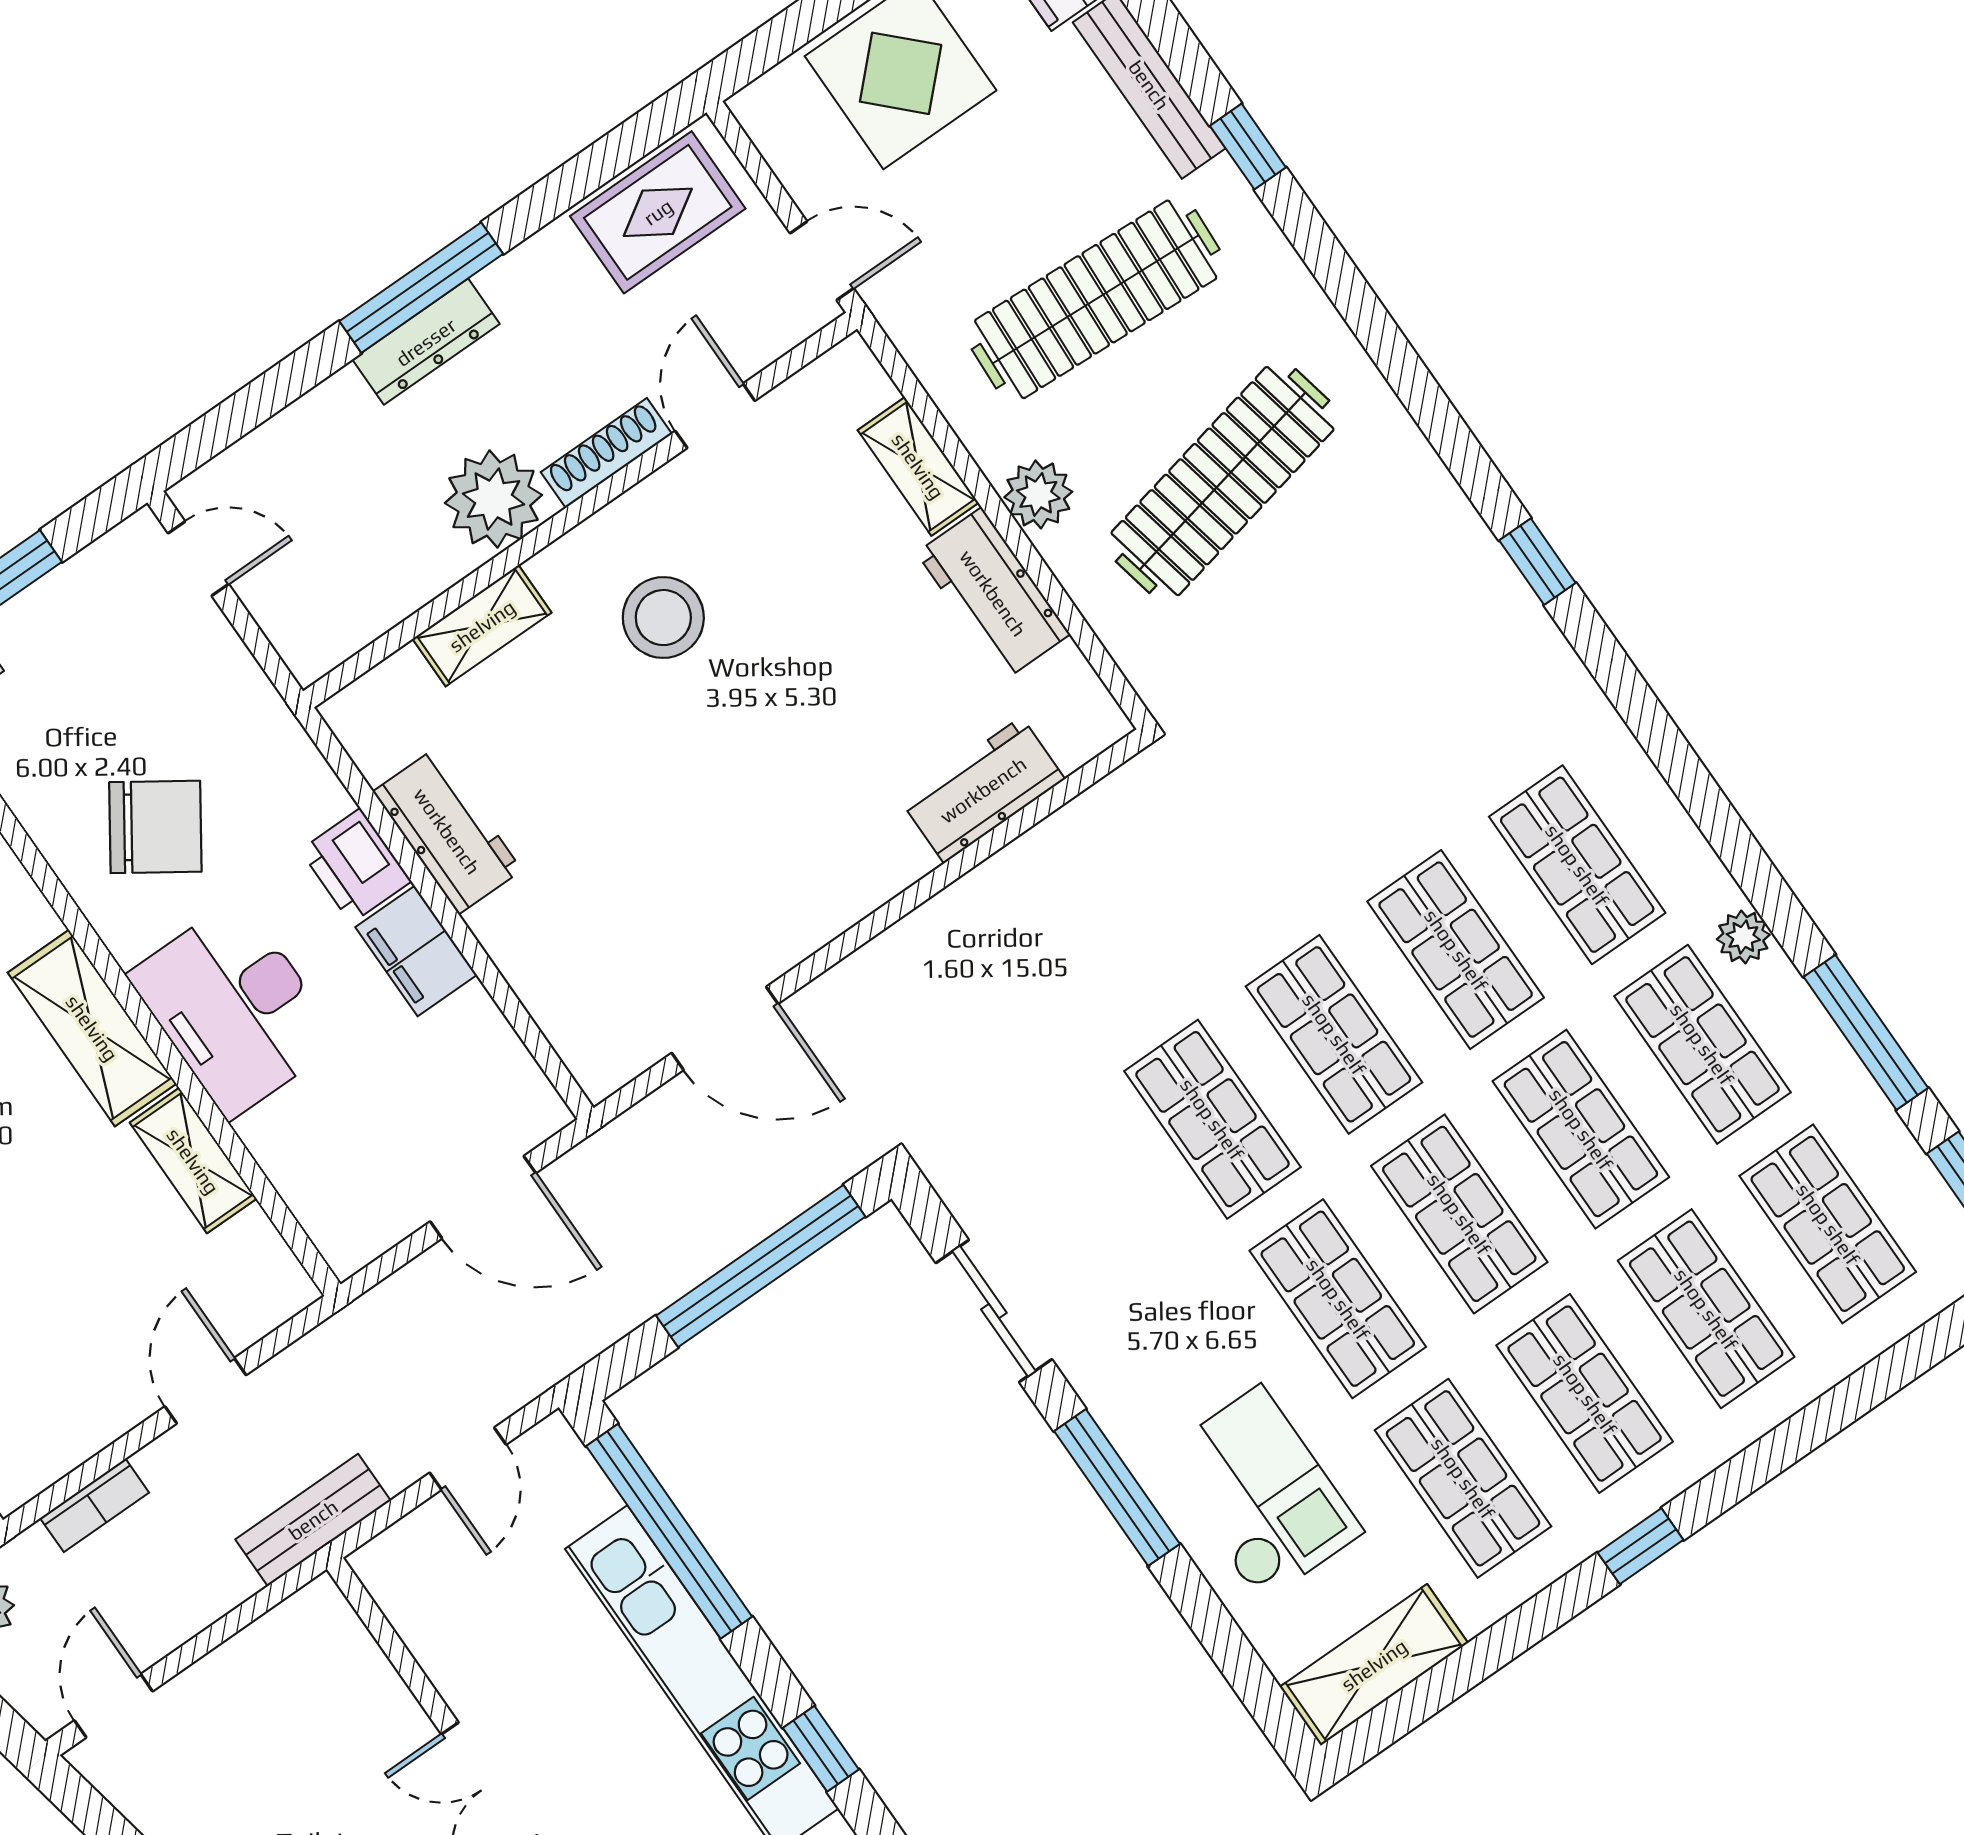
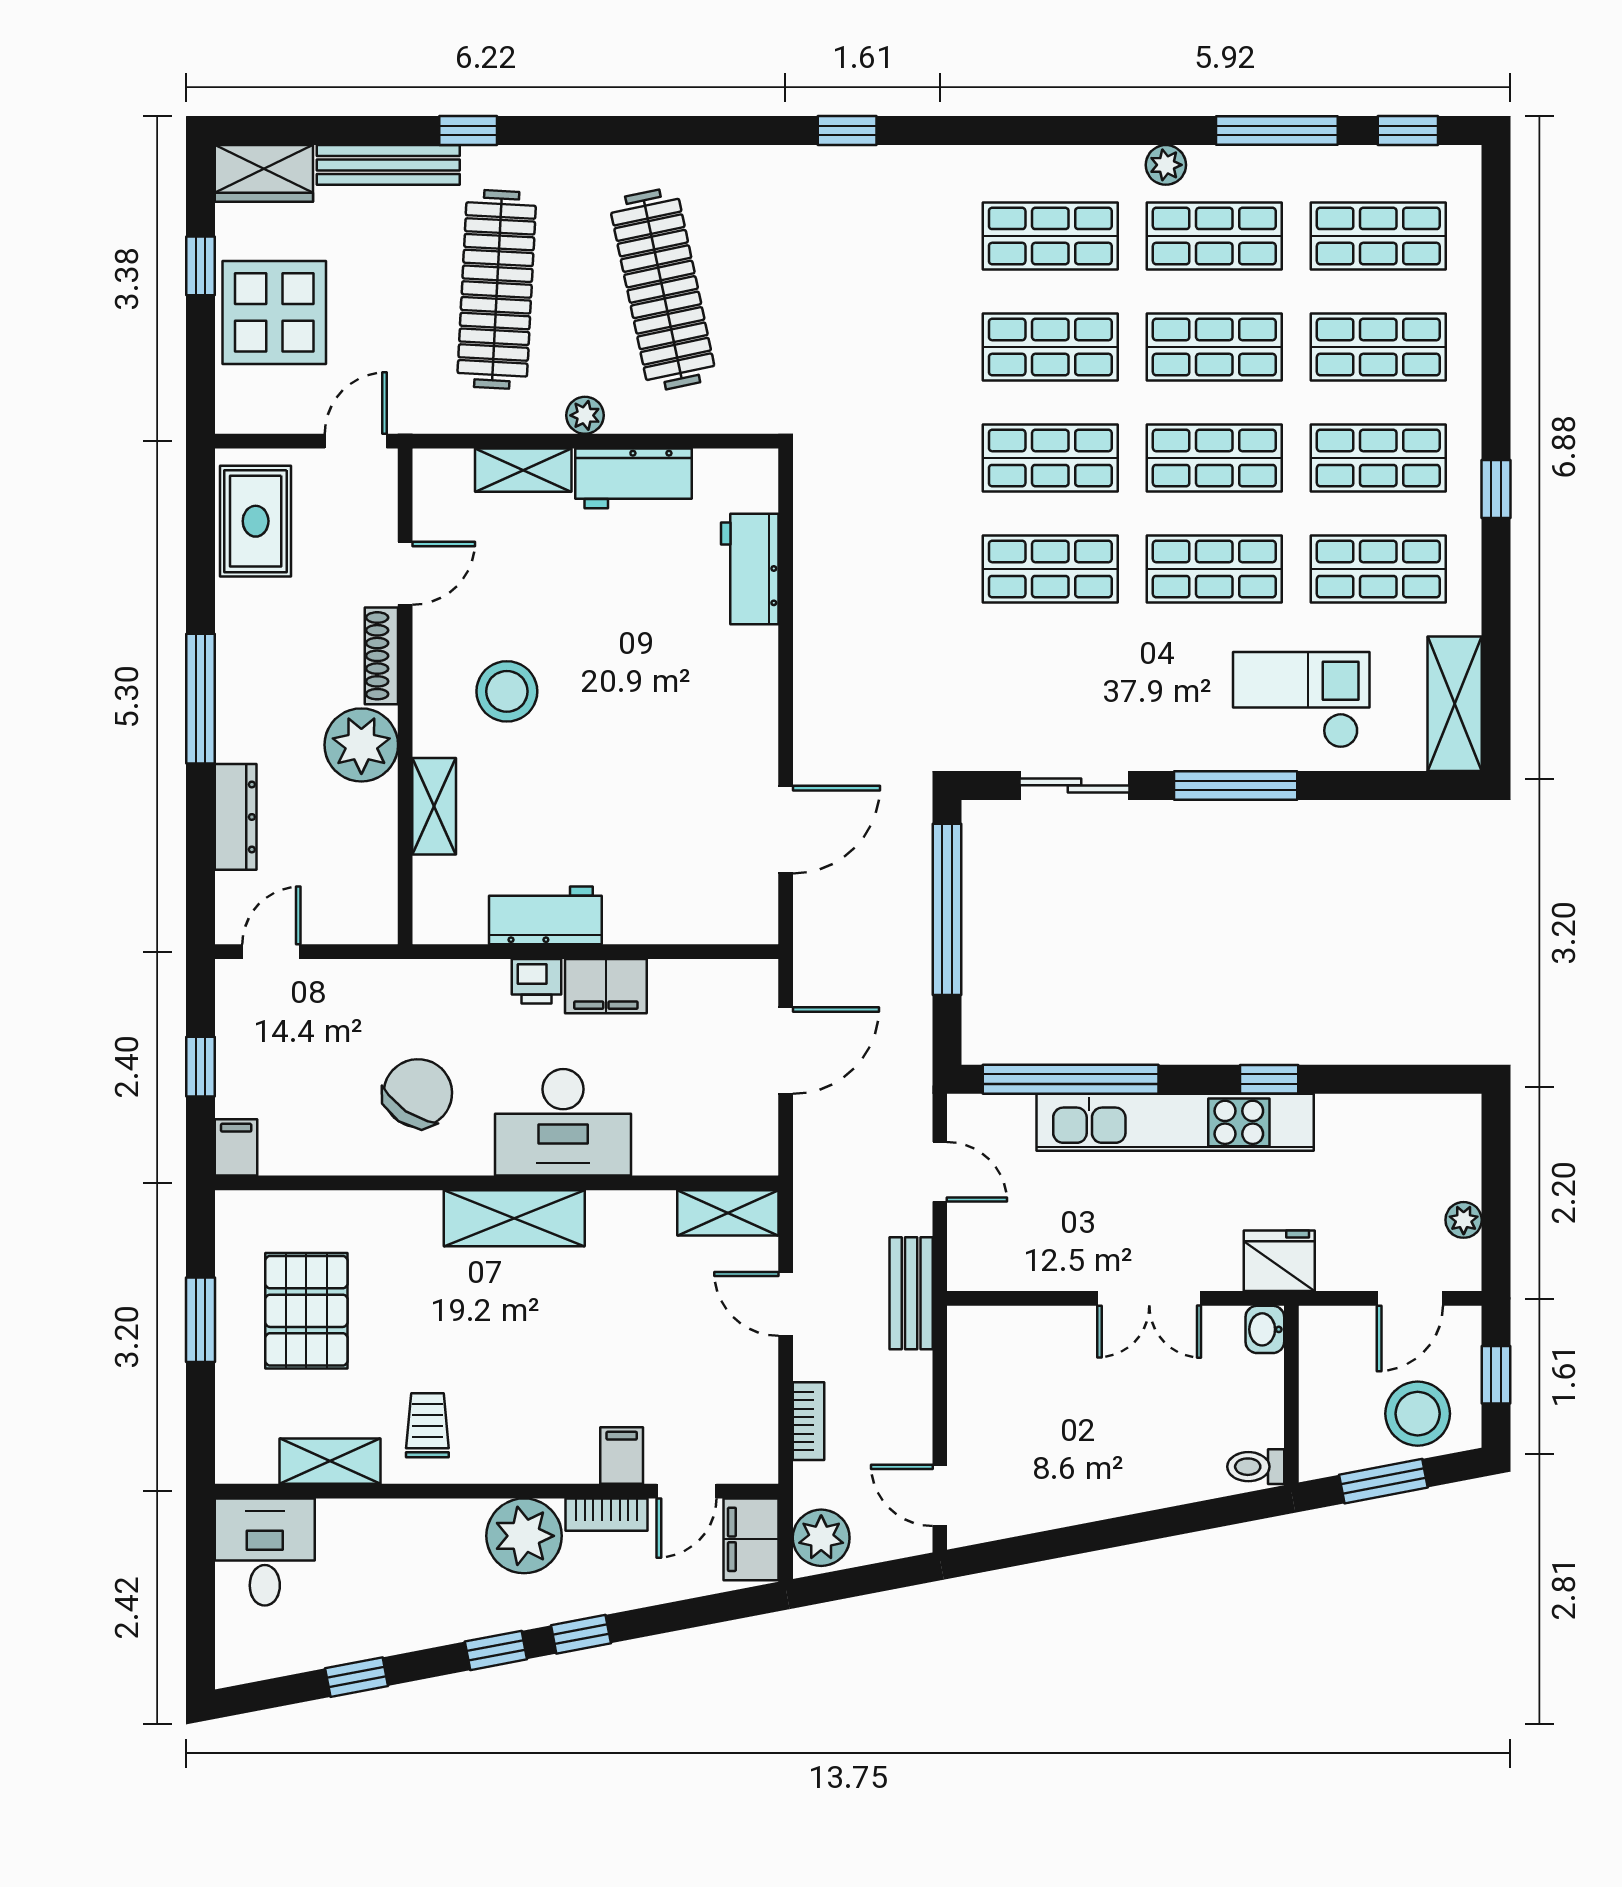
dresser: (426, 342) -> (236, 817), moved
door: (715, 416) -> (405, 573), swing flipped
plant: (1038, 494) -> (585, 415), width x0.73, depth x0.73
printer: (356, 866) -> (537, 981), width x0.73, depth x0.81
shelving: (193, 1161) -> (728, 1213), moved

